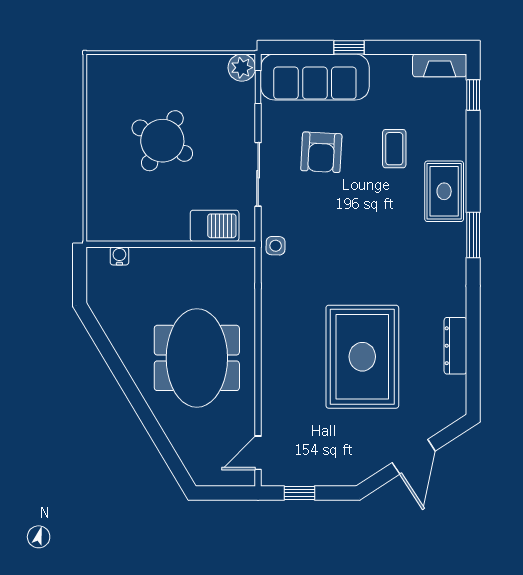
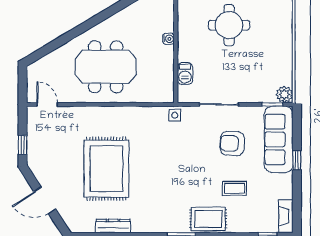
round table: (162, 141) -> (229, 25), moved, turned -30
barbecue: (215, 226) -> (185, 74), width x0.73, depth x0.79
water cooler: (119, 256) -> (168, 39), moved
rug: (362, 357) -> (106, 169), turned 90
window: (299, 493) -> (23, 145), moved

